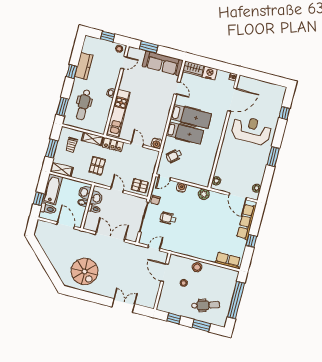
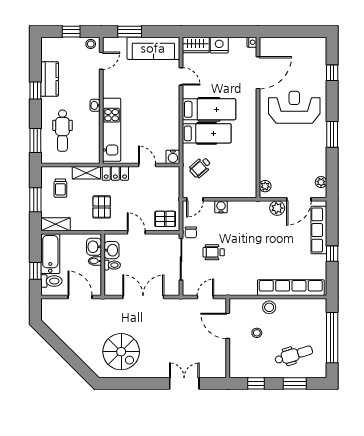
plant: (204, 194) -> (277, 208), moved
door: (238, 196) -> (299, 199), hinge flipped
row of seats: (228, 260) -> (291, 288), width x2.02

